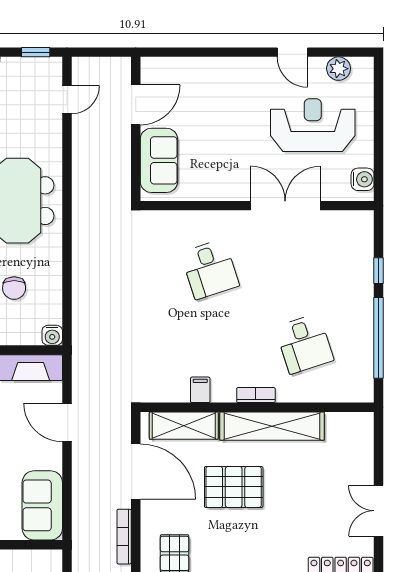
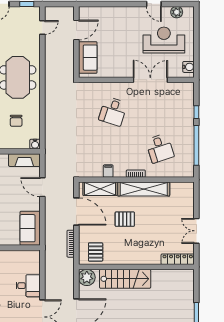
desk: (210, 269) -> (113, 111), turned 36
pallet: (234, 487) -> (125, 219), width x0.67, depth x0.71

